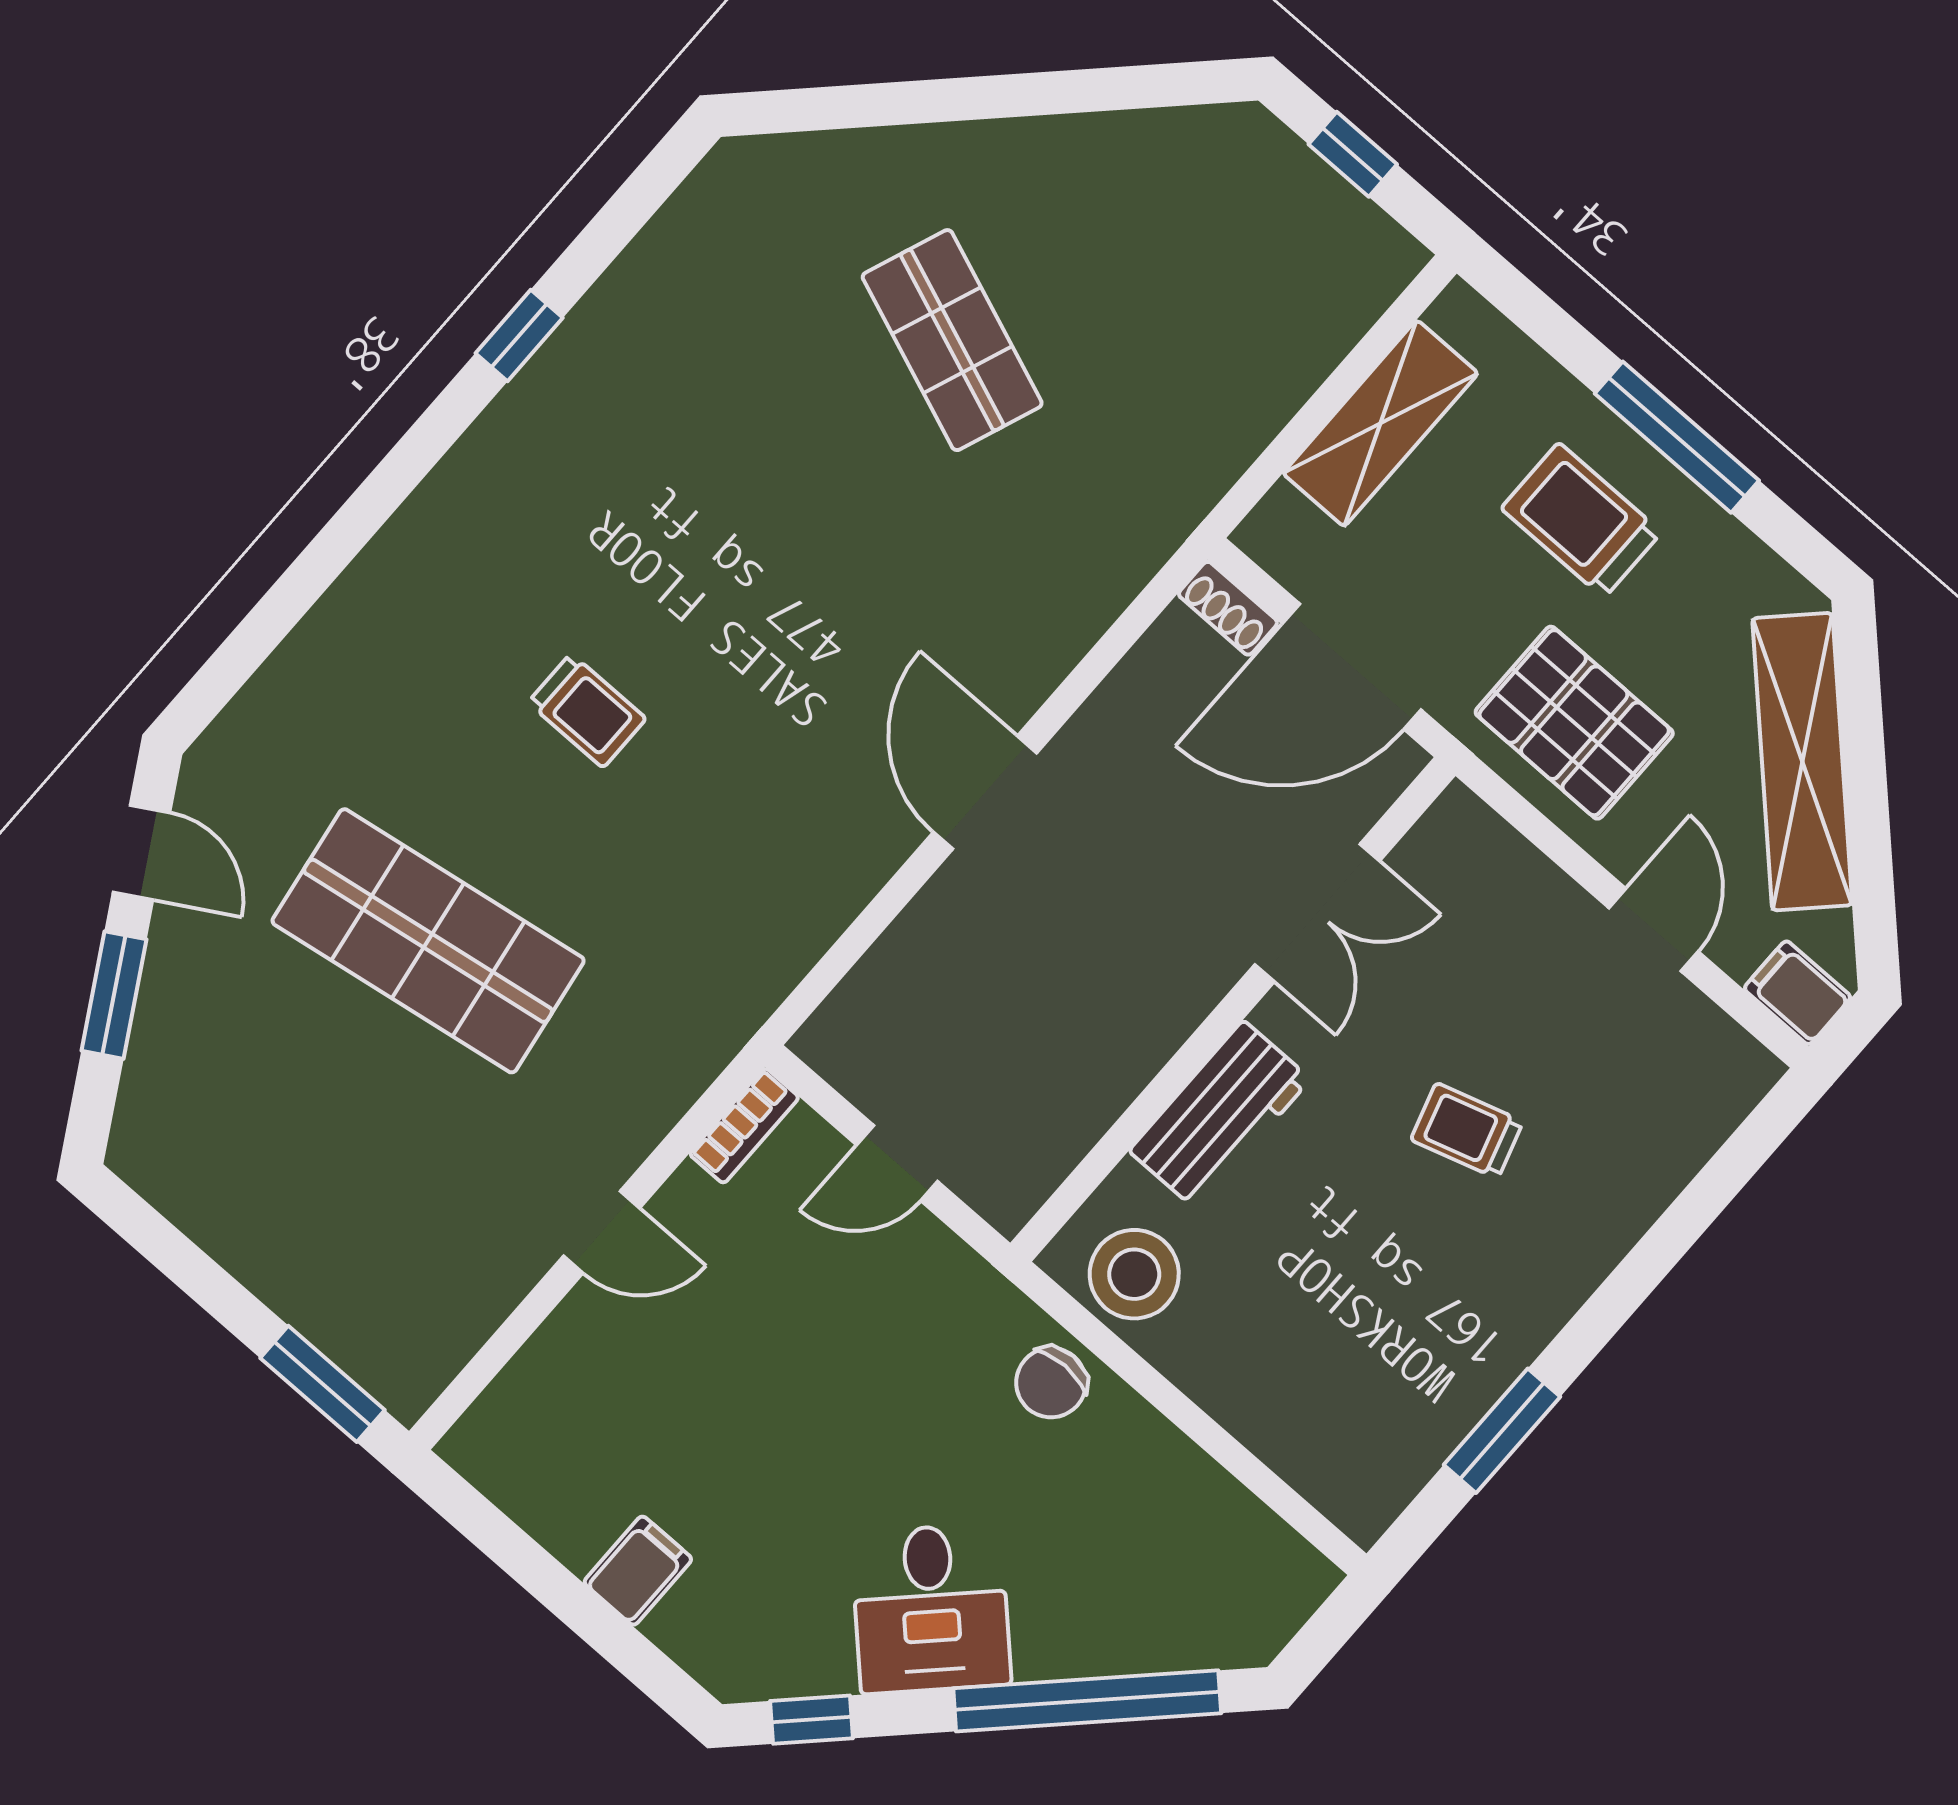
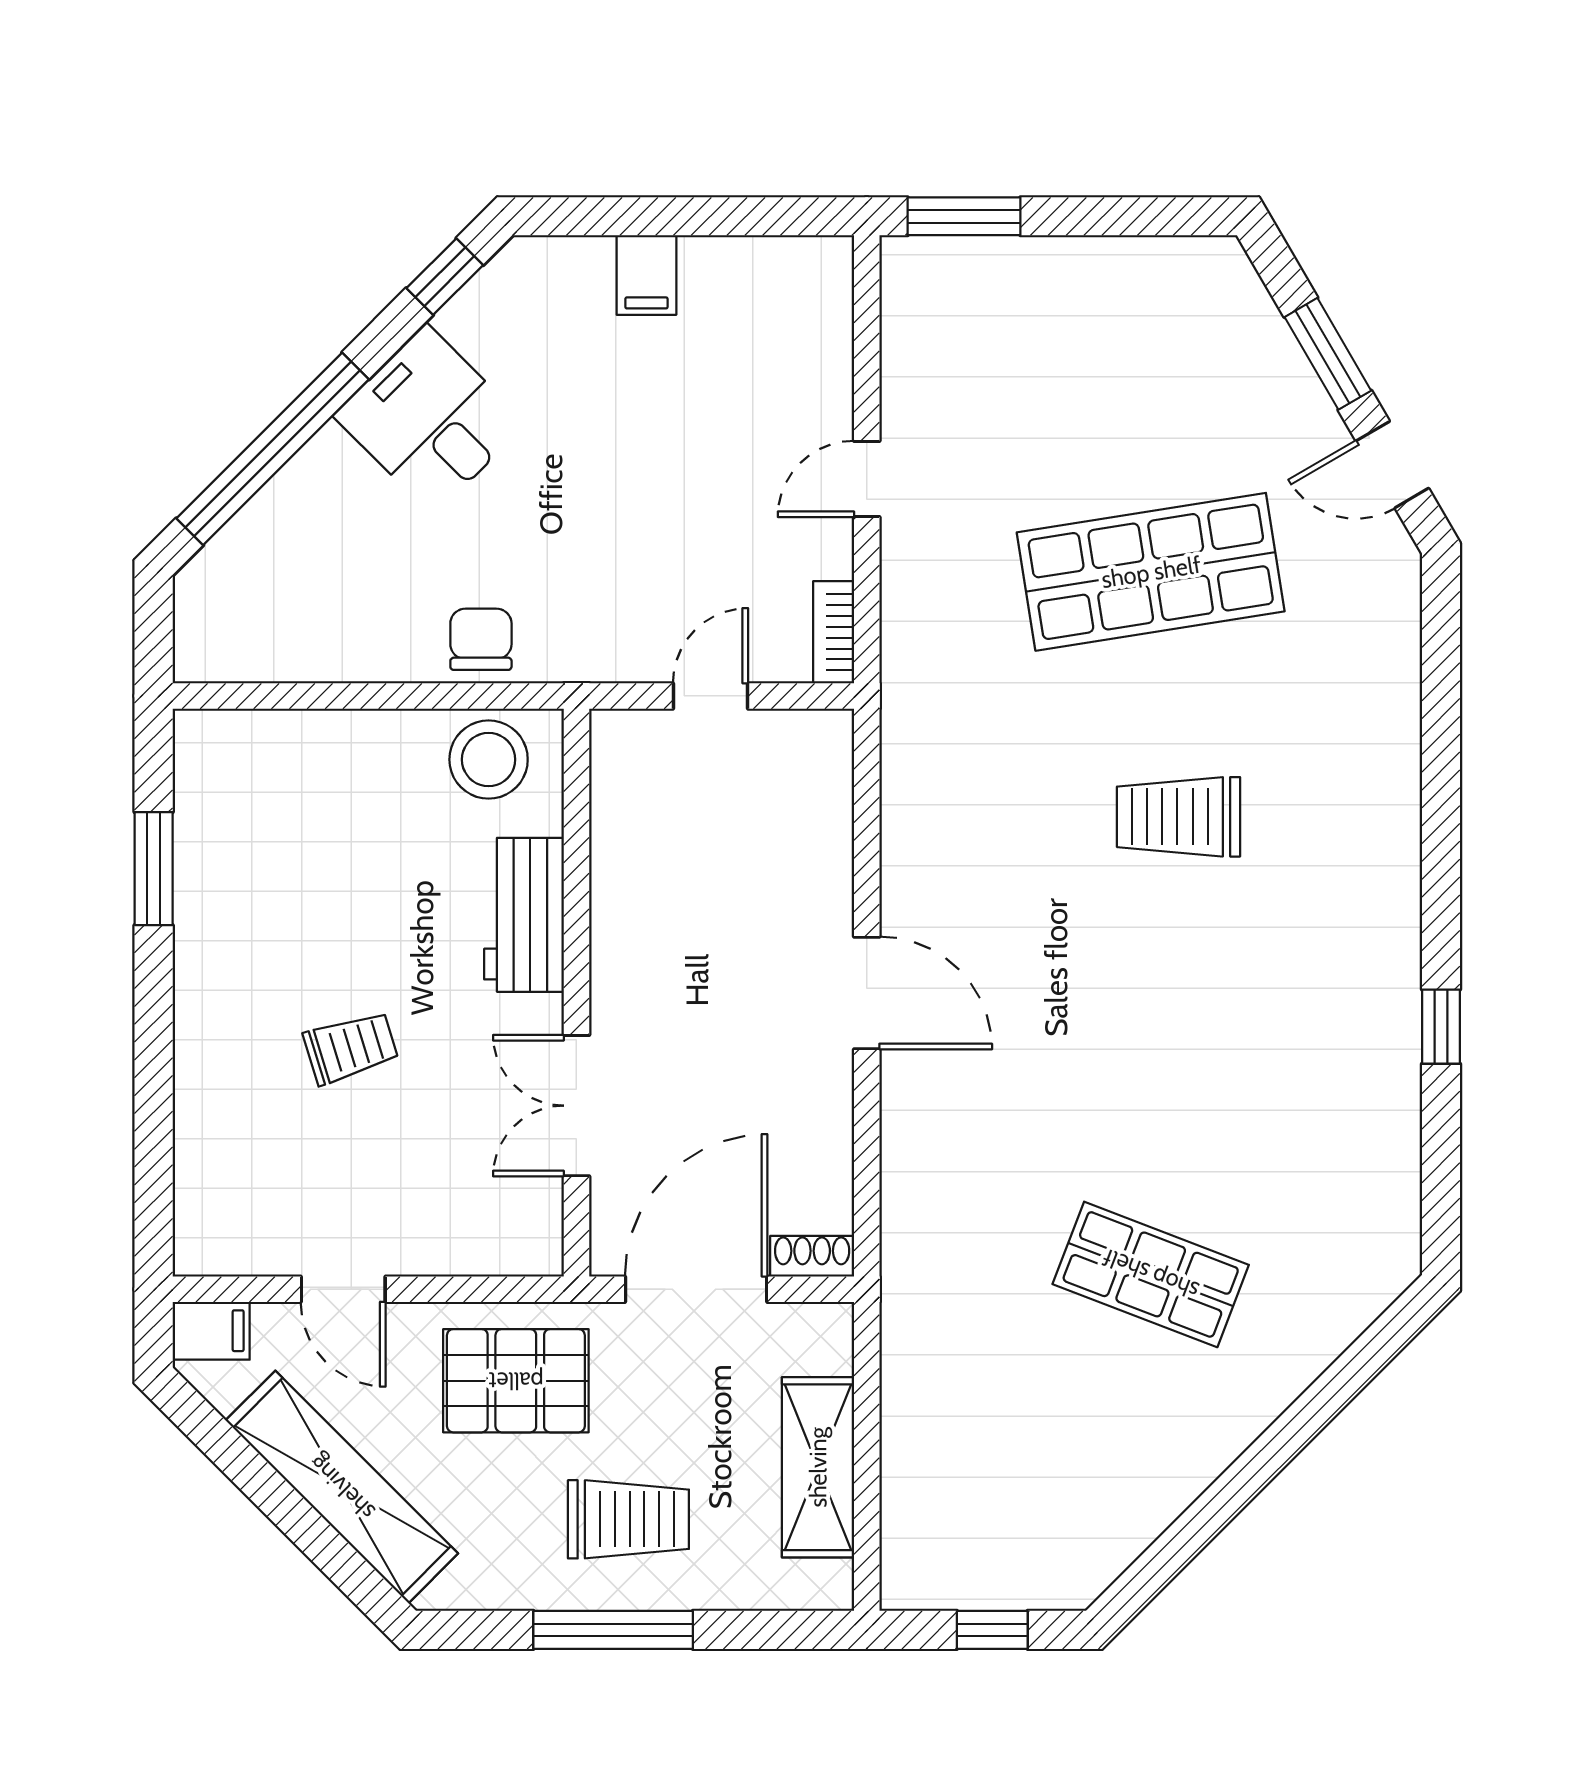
trolley: (587, 711) -> (1178, 817), width x1.36, depth x1.39

